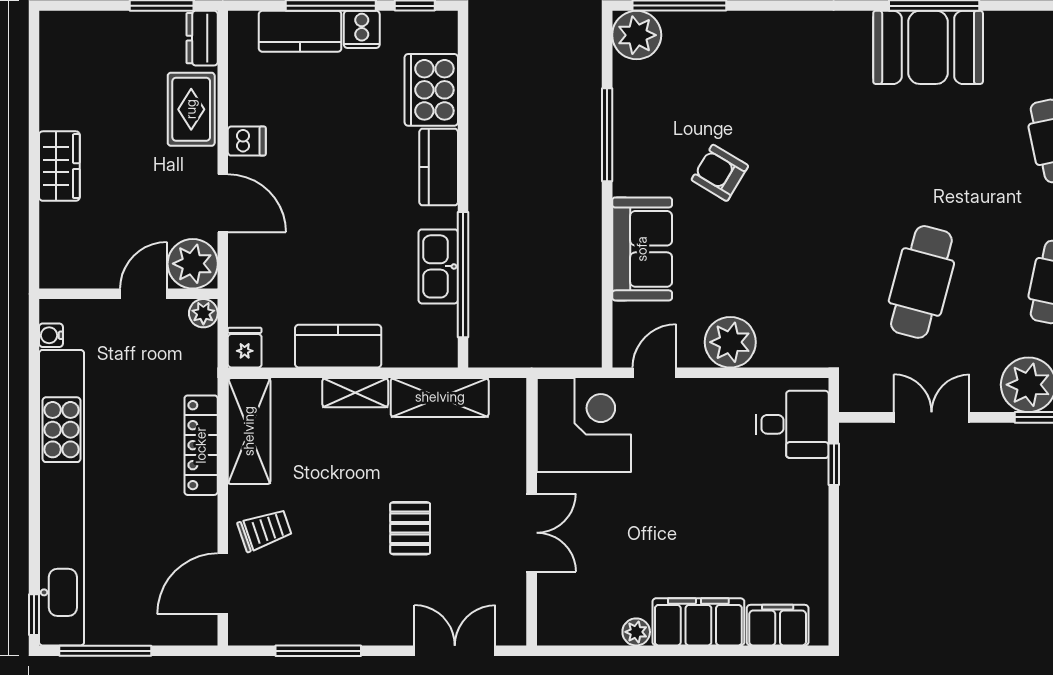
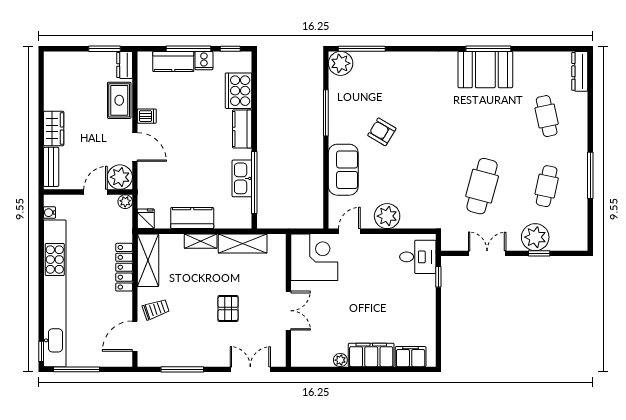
bench: (54, 243) -> (51, 167), added

